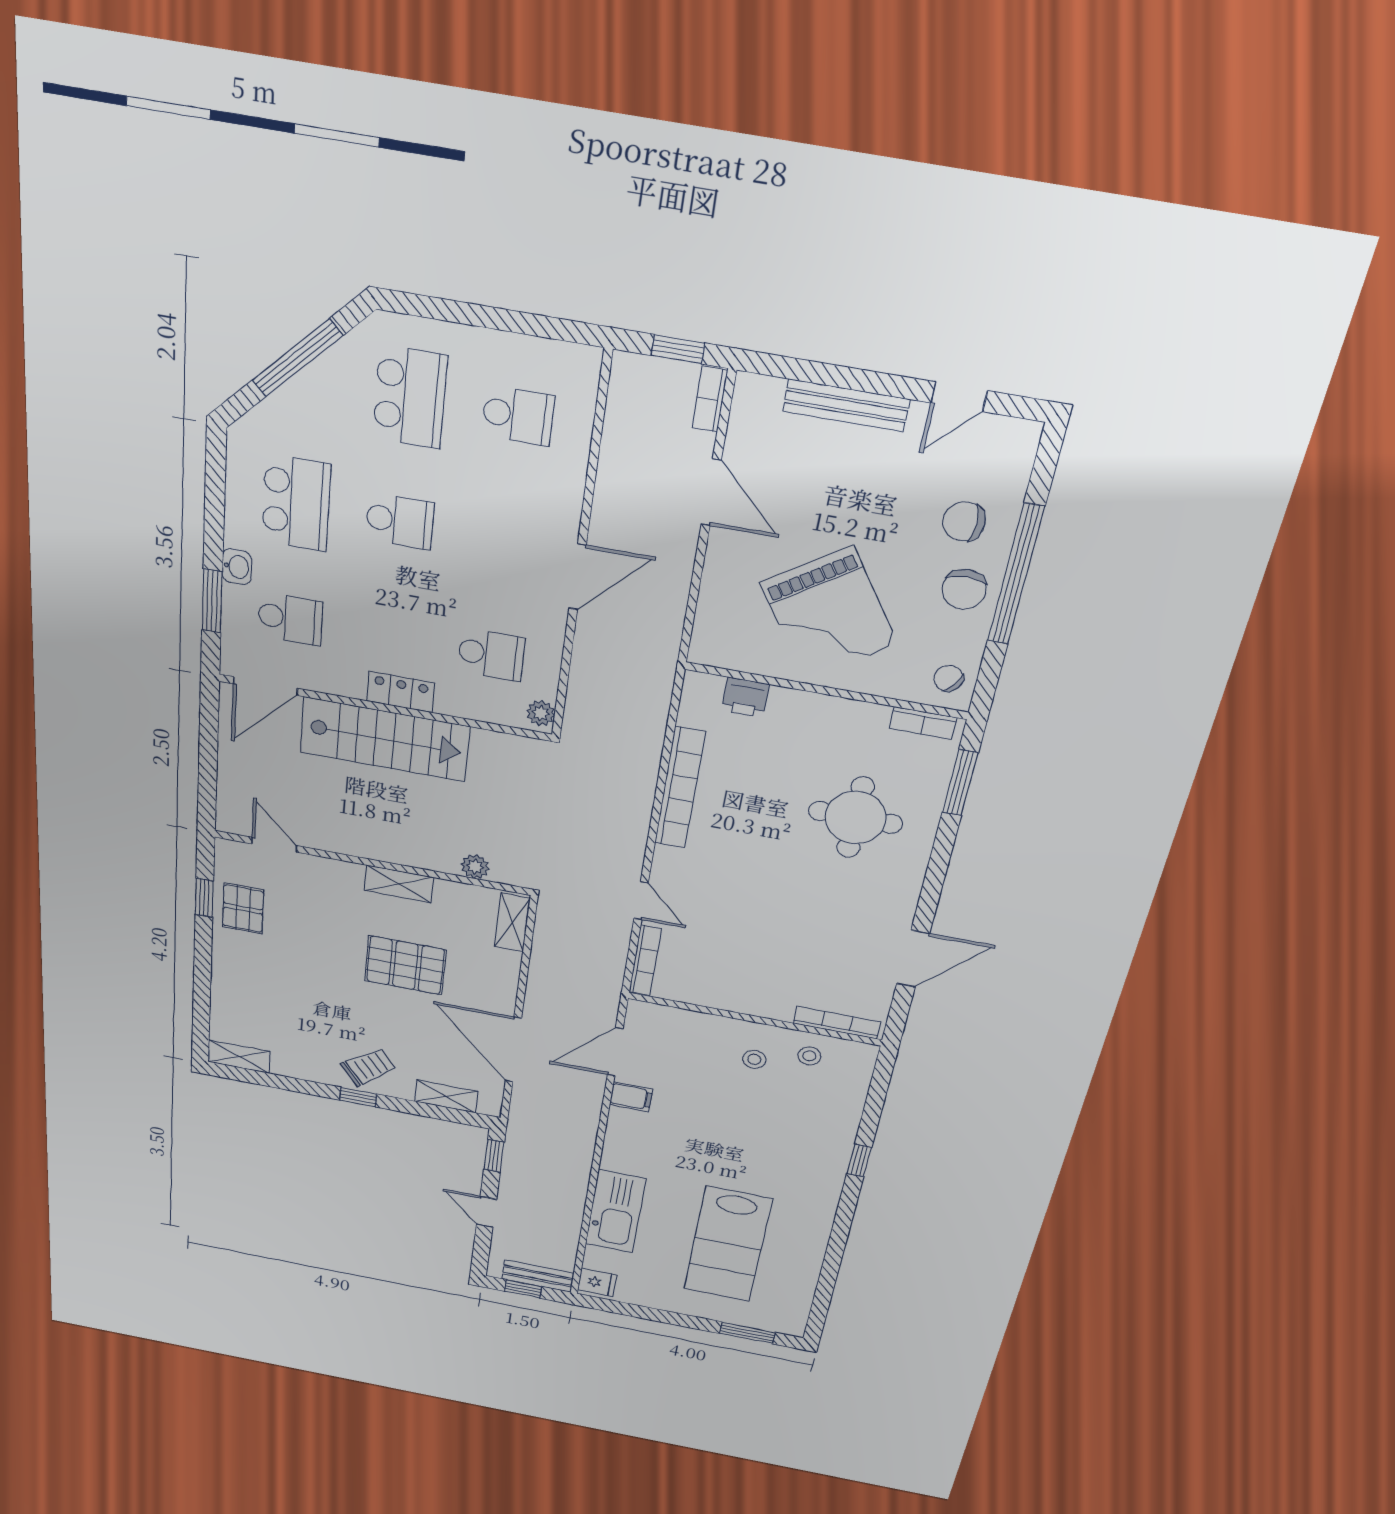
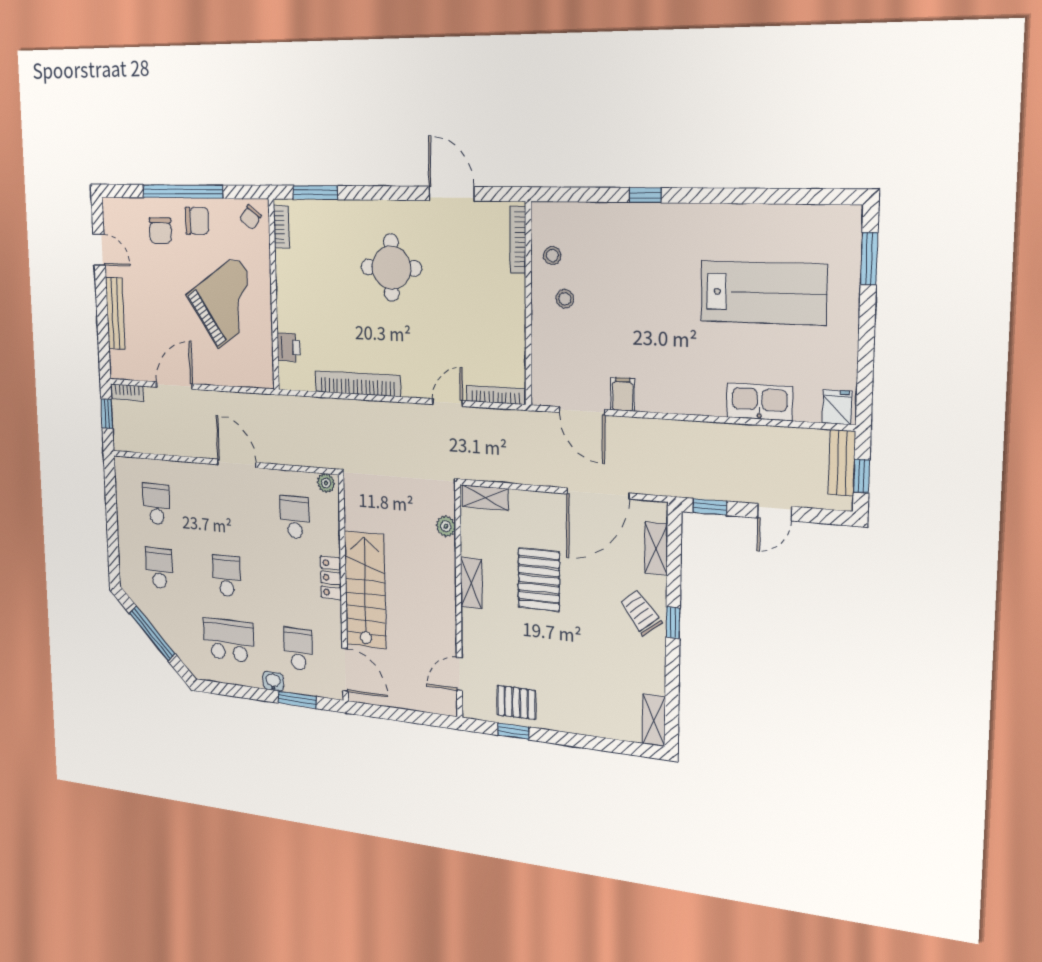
school desk: (410, 397) -> (159, 568), width x0.54
round table: (856, 817) -> (391, 268), moved
kitchen sink: (615, 1212) -> (760, 402), width x0.73, depth x0.81

